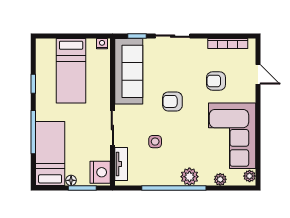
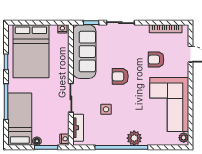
bed: (71, 71) -> (31, 51), width x1.50
nightstand: (100, 172) -> (64, 139), width x0.53, depth x0.56
plant: (220, 179) -> (160, 140), removed

